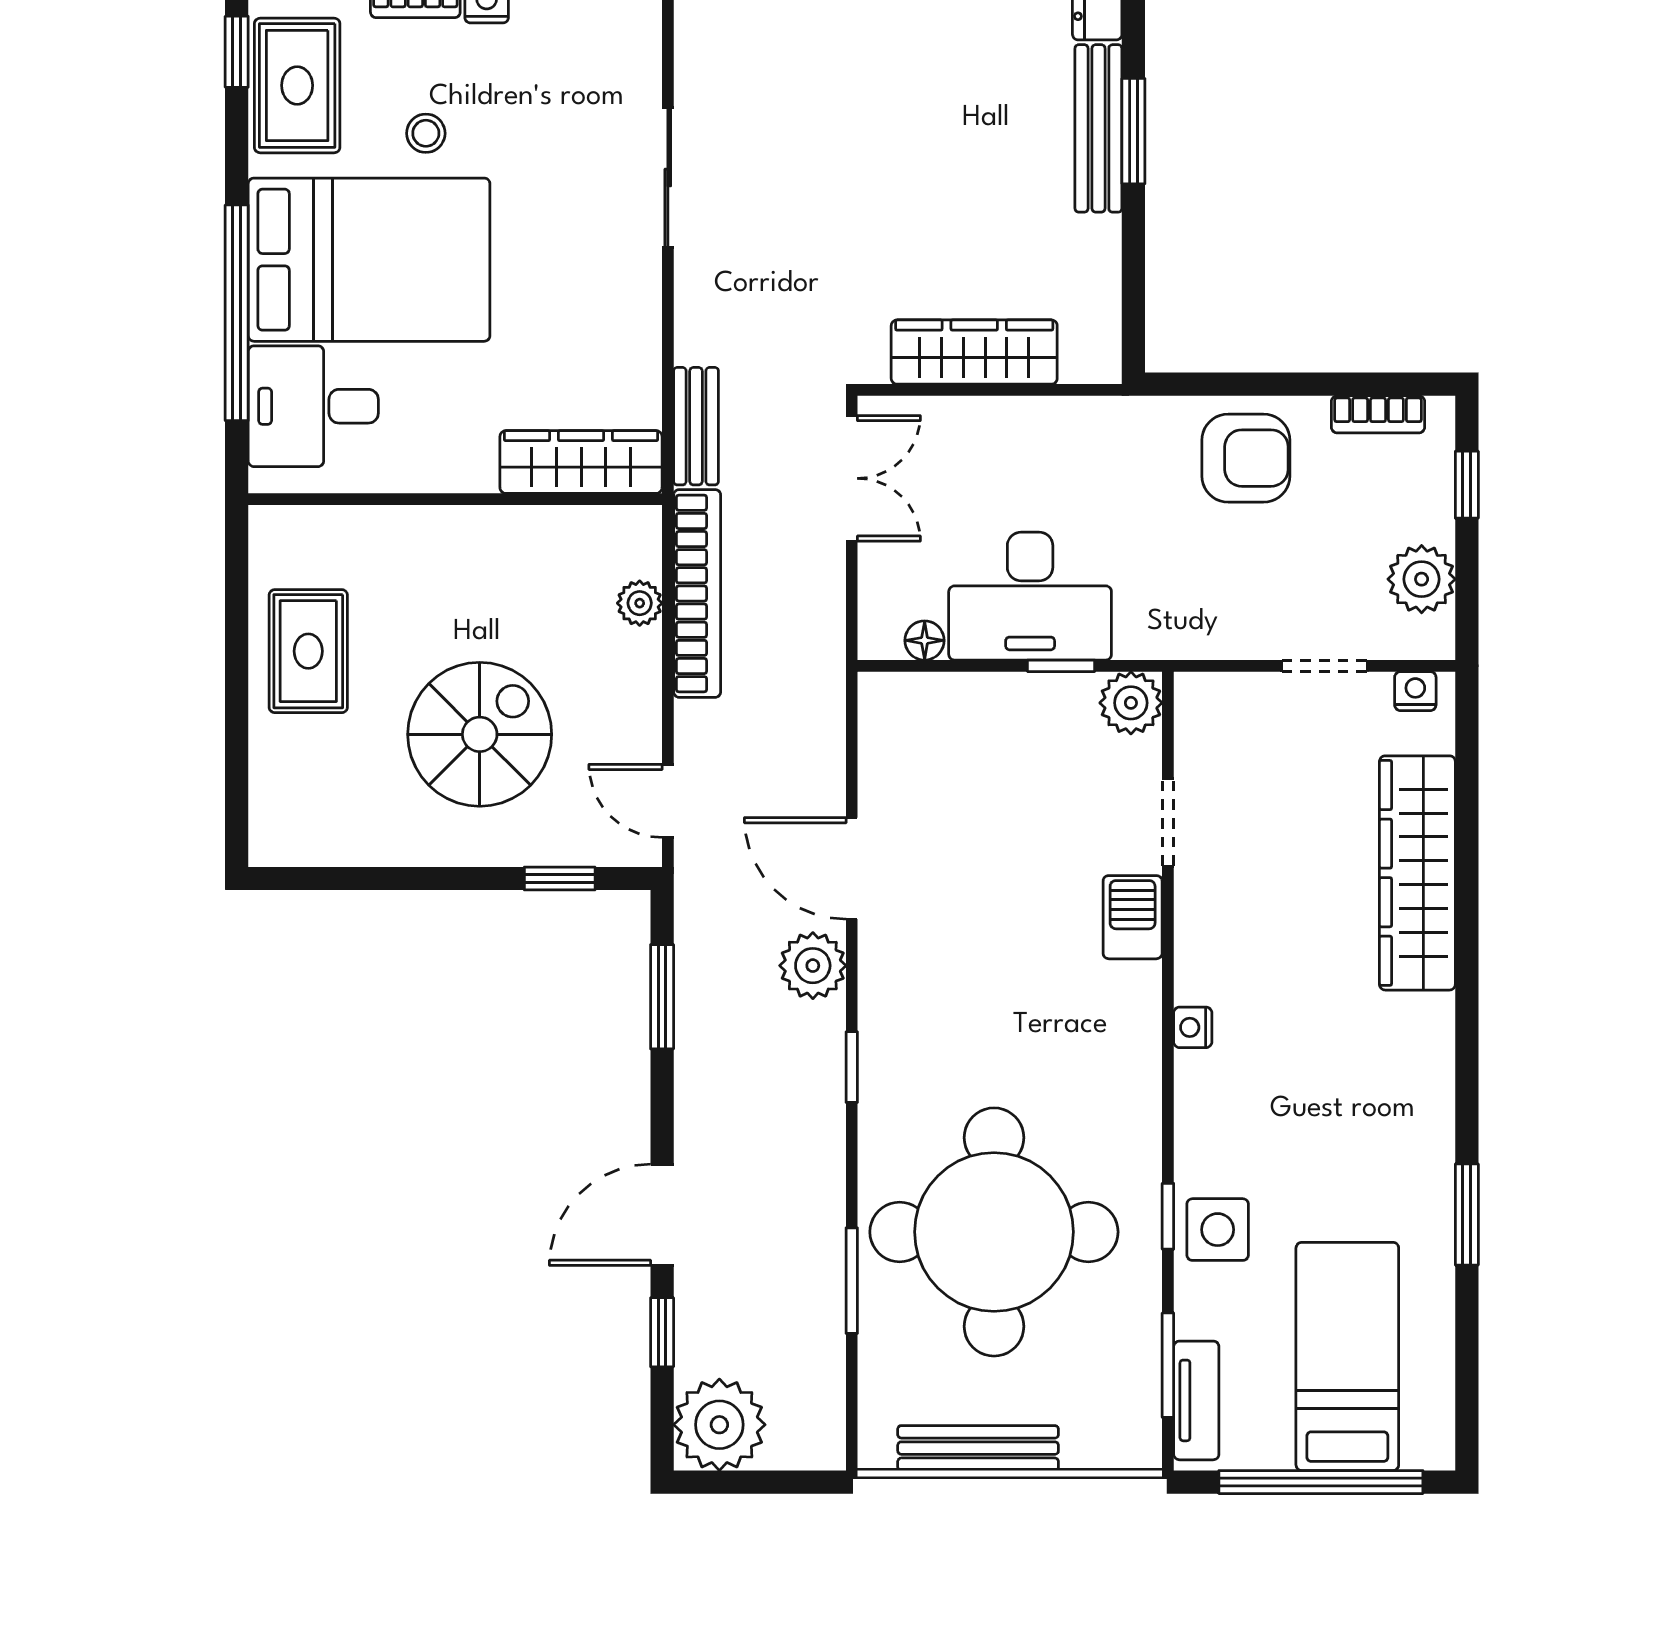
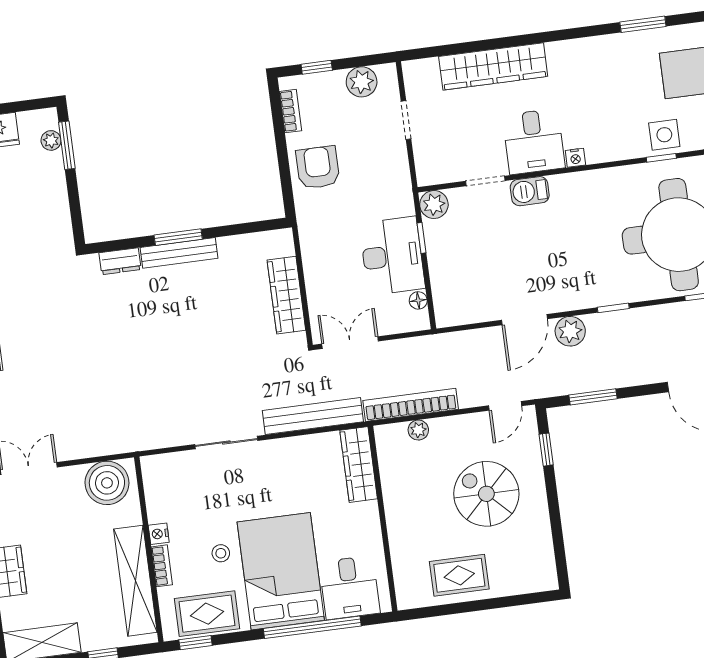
bench: (696, 426) -> (313, 416), width x1.86, depth x1.21
nightstand: (1415, 691) -> (412, 78), removed
desk: (1241, 940) -> (534, 141), added

